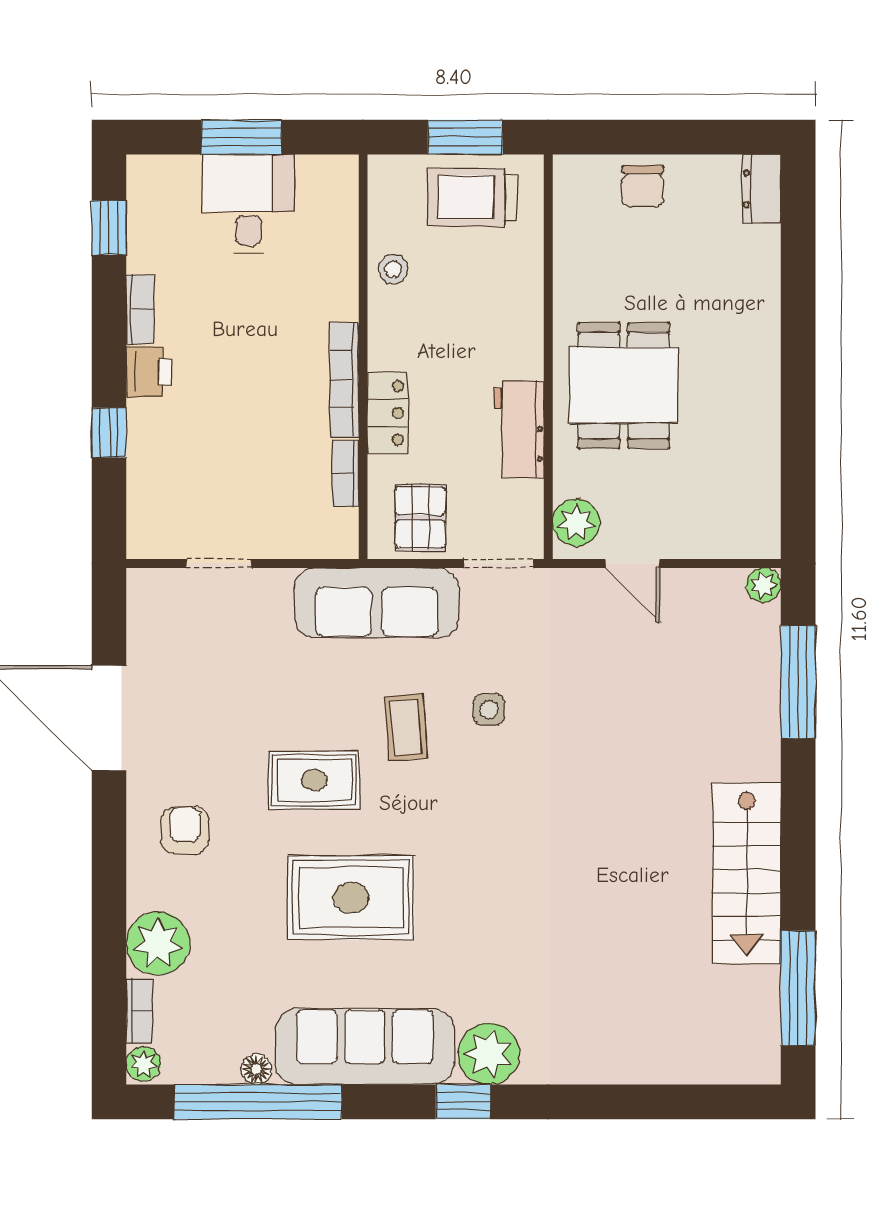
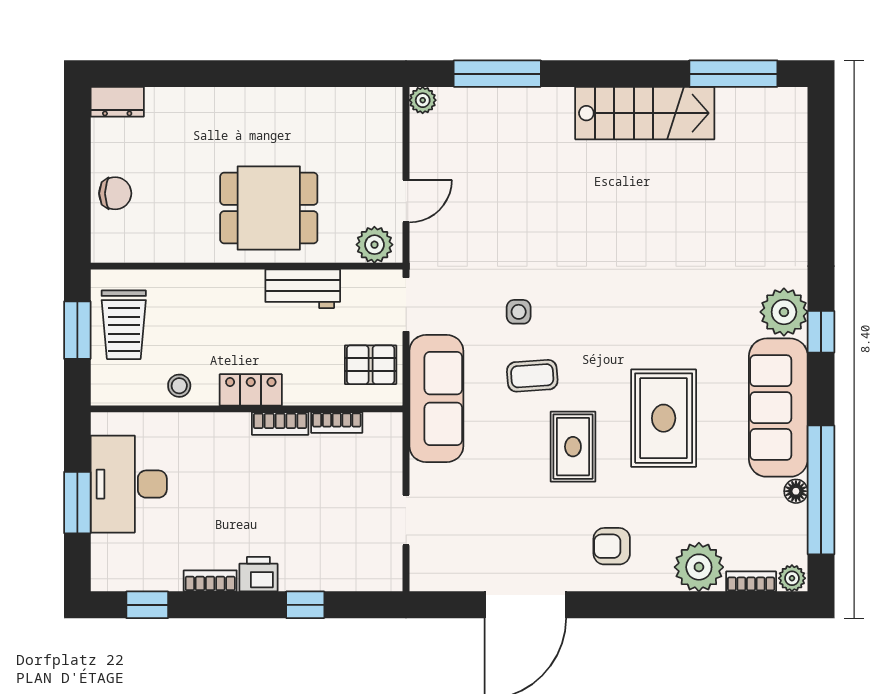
desk: (249, 204) -> (129, 484), width x1.37
bookcase: (344, 379) -> (280, 424), width x0.64
locker: (388, 413) -> (251, 390), moved

